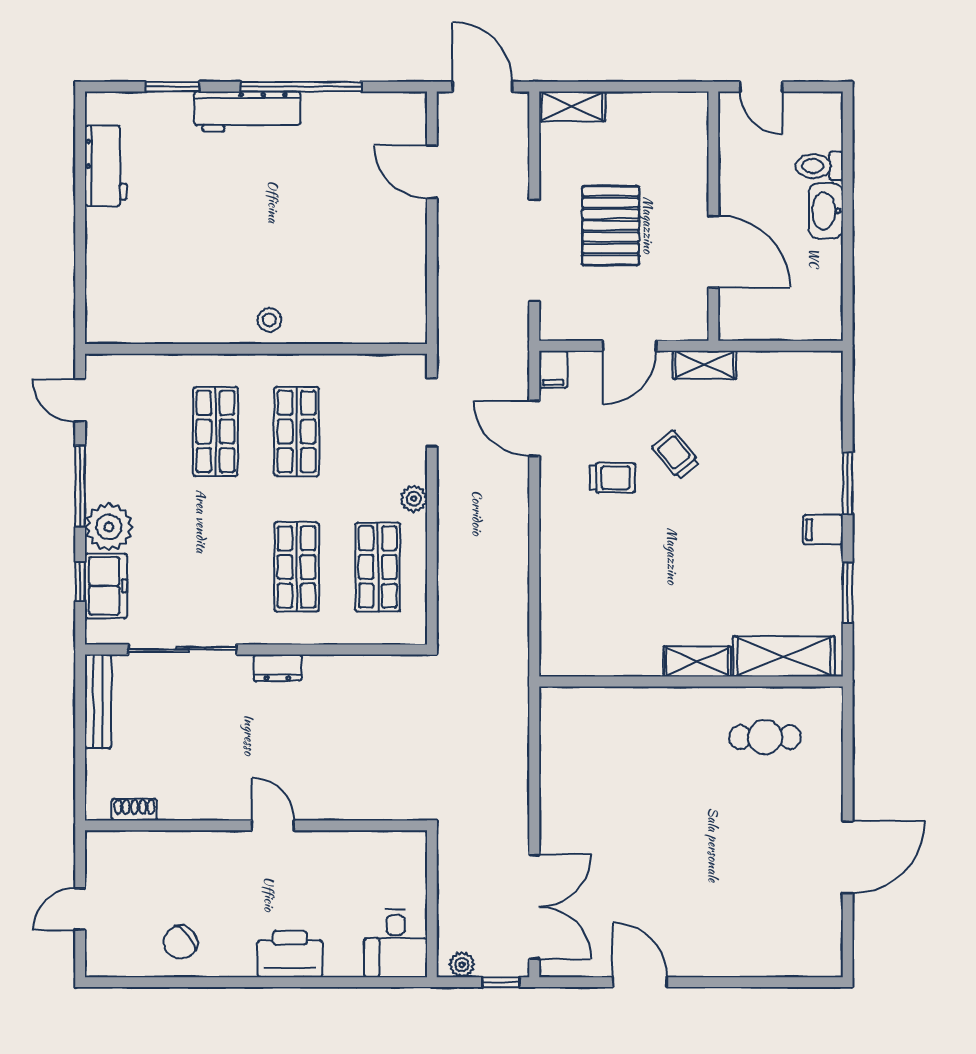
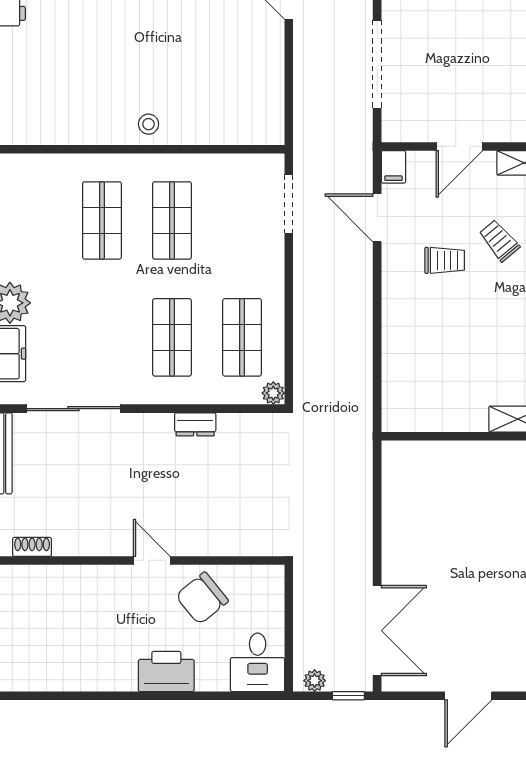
pallet: (611, 225) -> (443, 43), removed
plant: (414, 499) -> (273, 393), moved
dresser: (278, 668) -> (195, 424), moved
chair: (180, 942) -> (202, 598), moved, width x1.37, depth x1.37
door: (640, 982) -> (468, 696), swing flipped

